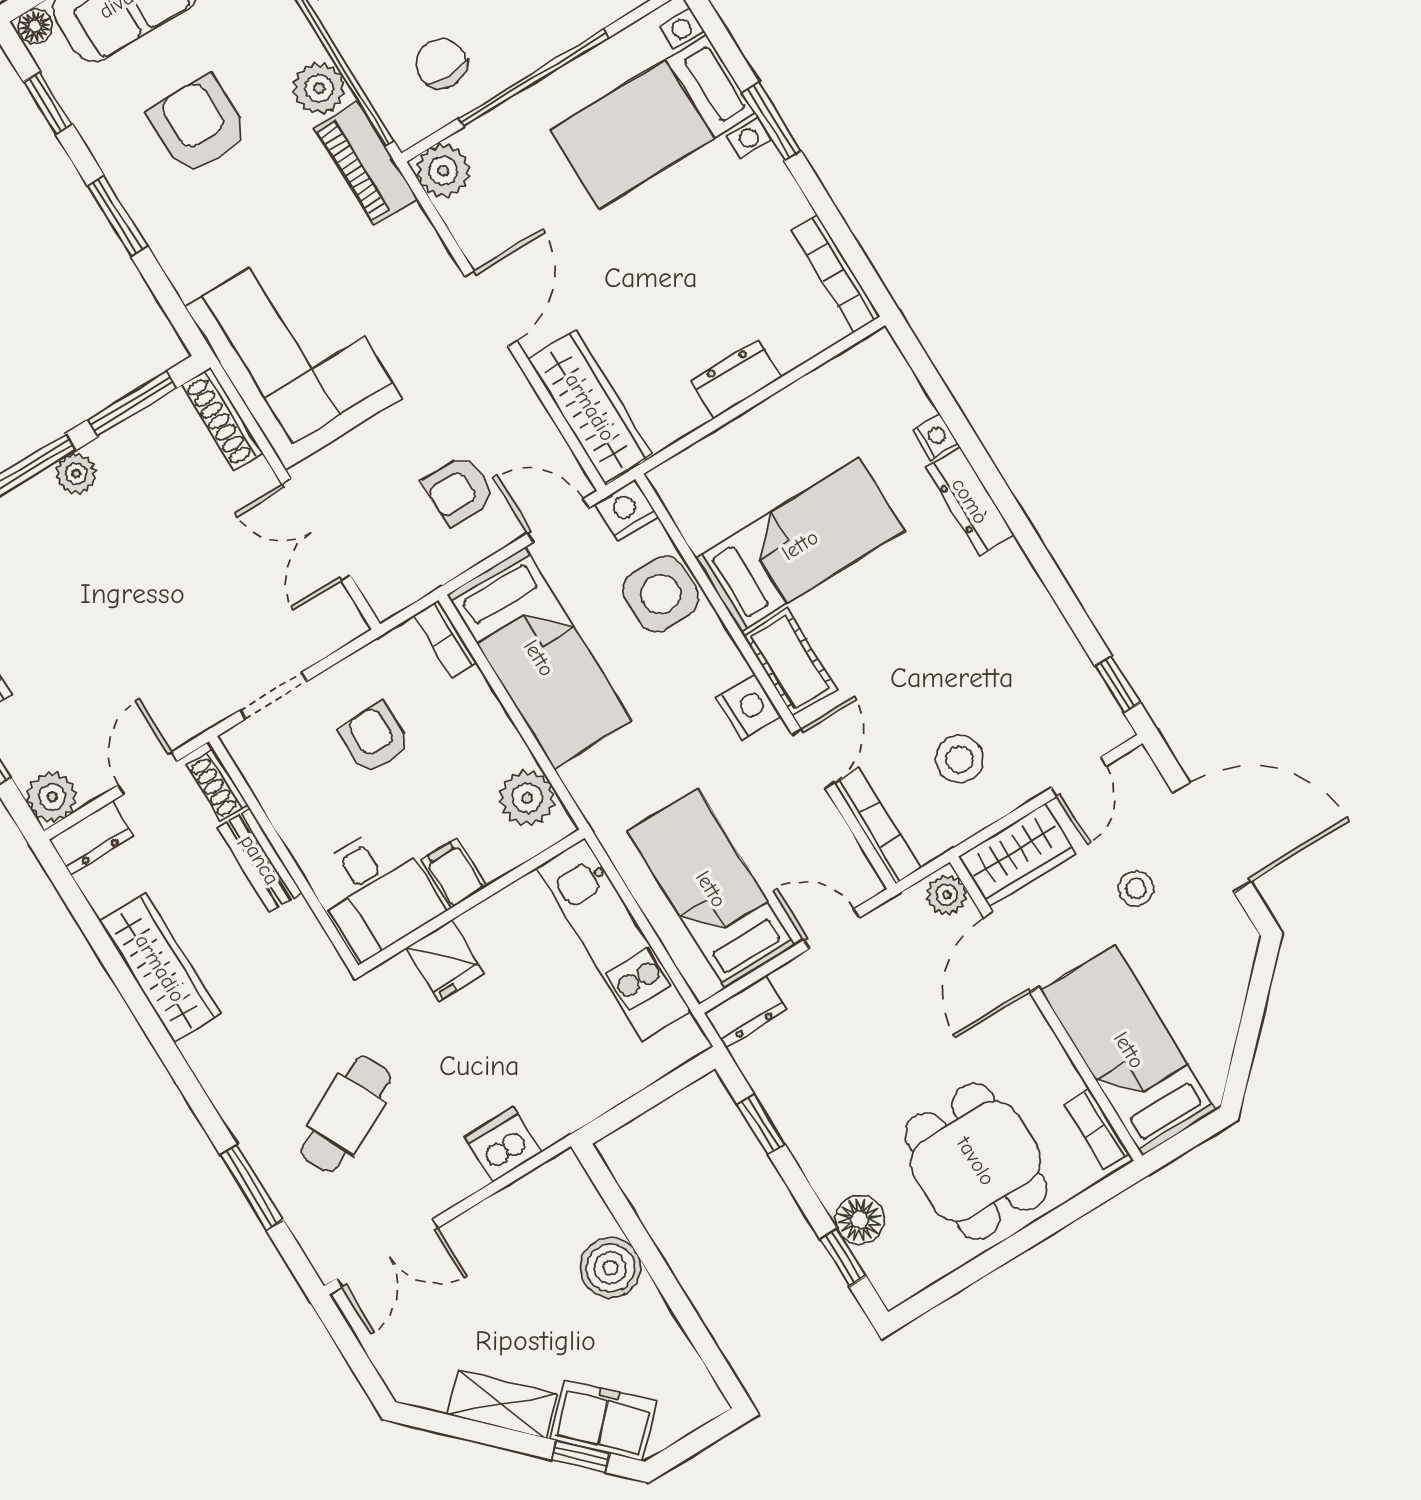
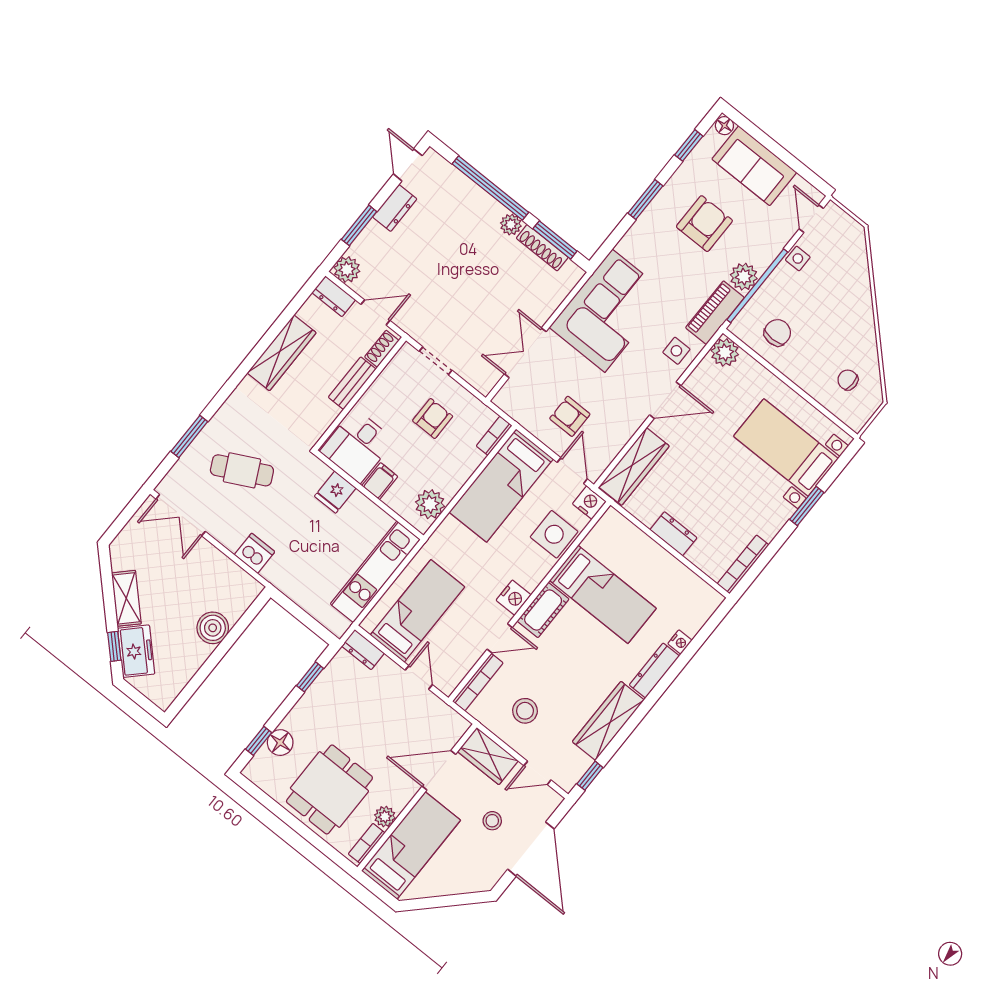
window: (534, 78) -> (786, 381), removed
side table: (409, 257) -> (676, 351), added
shoe rack: (222, 419) -> (542, 248), moved, turned -90
wardrobe: (1031, 616) -> (608, 721), added
plant: (947, 895) -> (385, 817), moved

